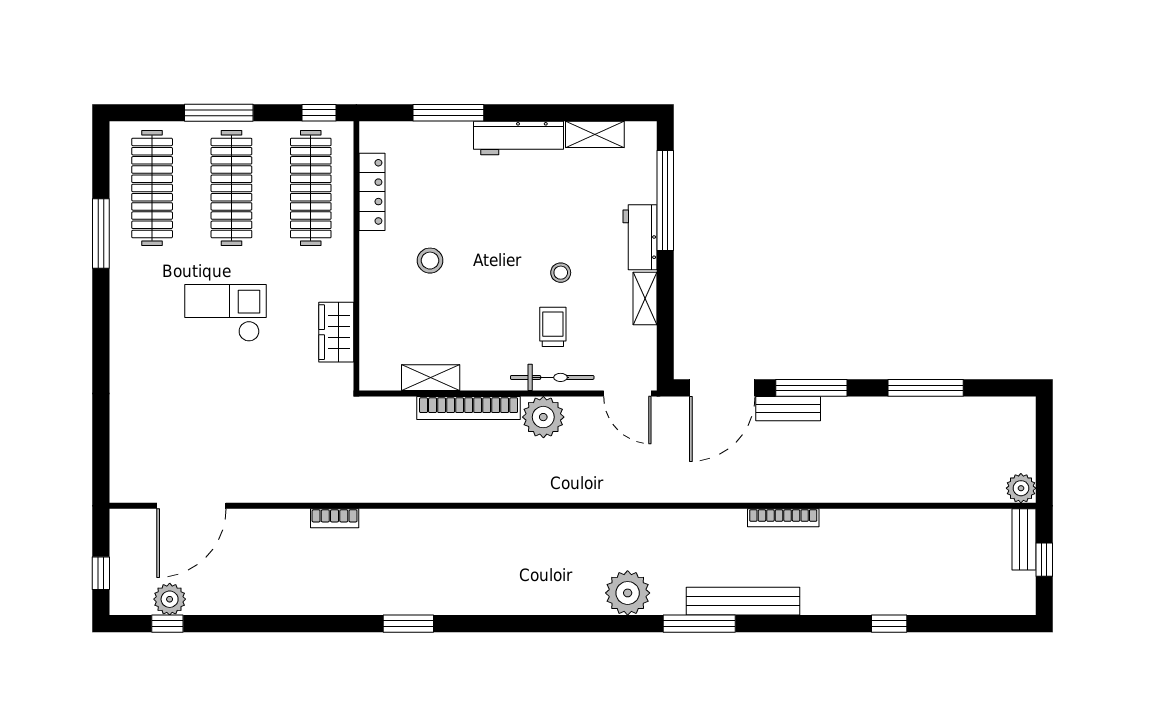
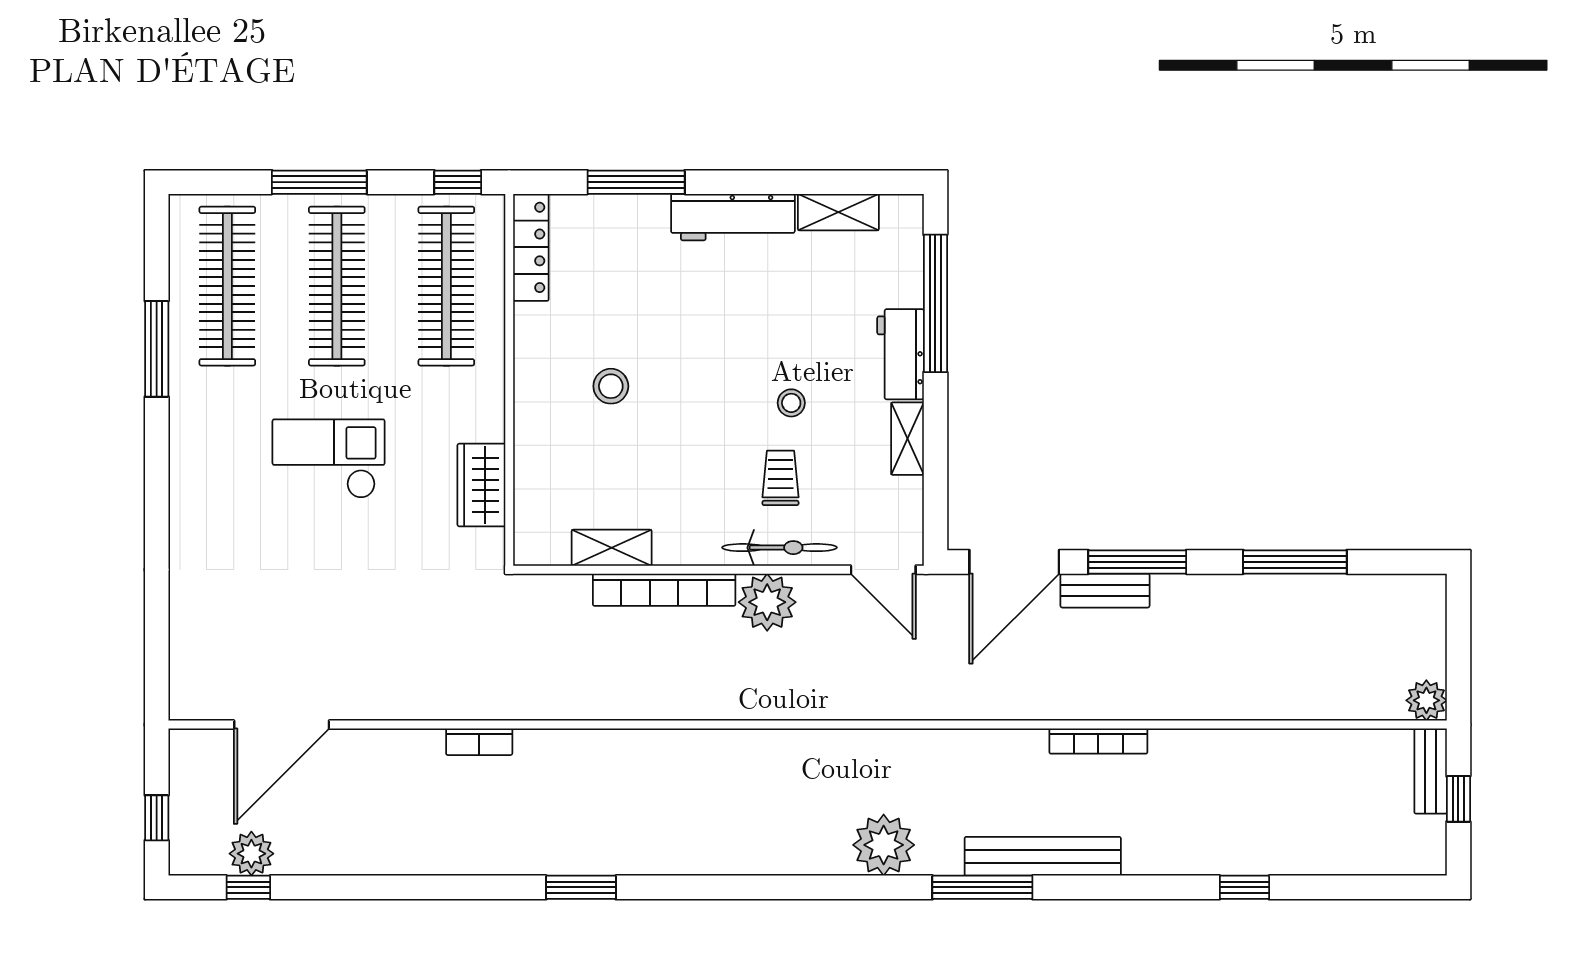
locker: (372, 192) -> (531, 247), moved

